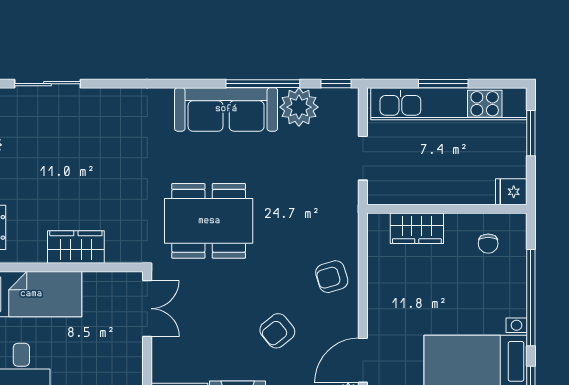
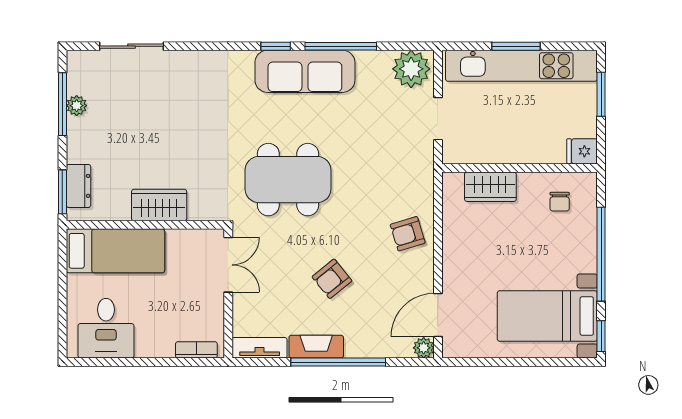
window: (336, 84) -> (276, 46), moved
plant: (299, 107) -> (411, 69), moved
armchair: (277, 331) -> (332, 279), moved

